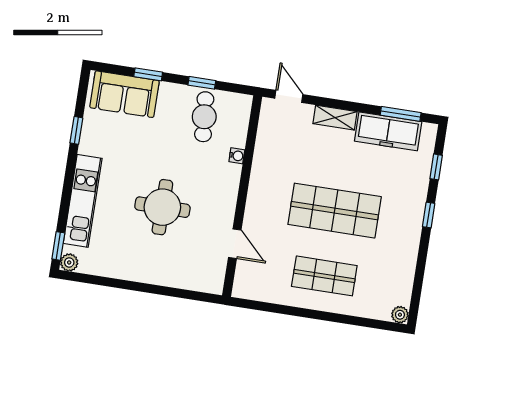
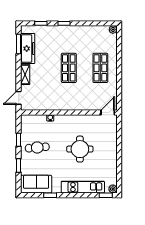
sofa: (124, 94) -> (36, 184), moved, turned -90
cafe table: (204, 117) -> (37, 147), moved
shop shelf: (335, 211) -> (69, 68), width x0.70, depth x0.74
door: (235, 244) -> (108, 112), moved

